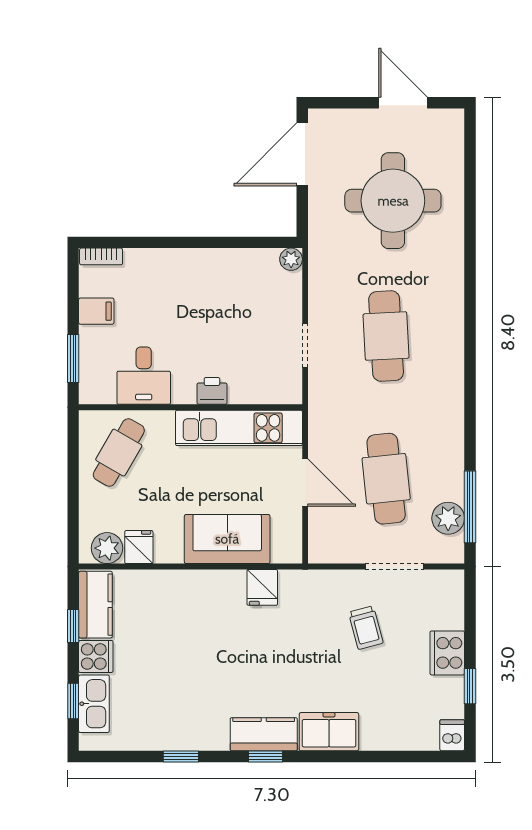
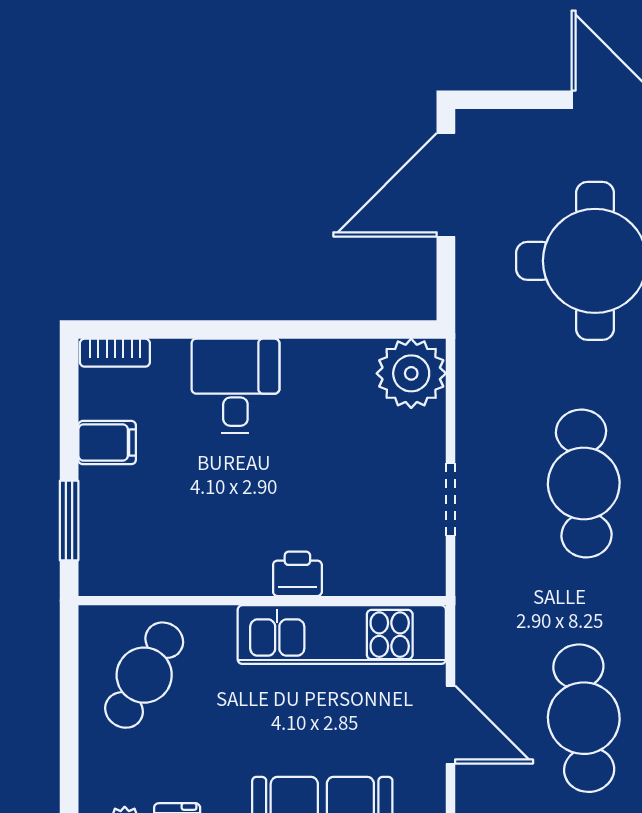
plant: (291, 259) -> (411, 373), width x1.88, depth x1.88
desk: (144, 376) -> (235, 386), moved, turned 180

